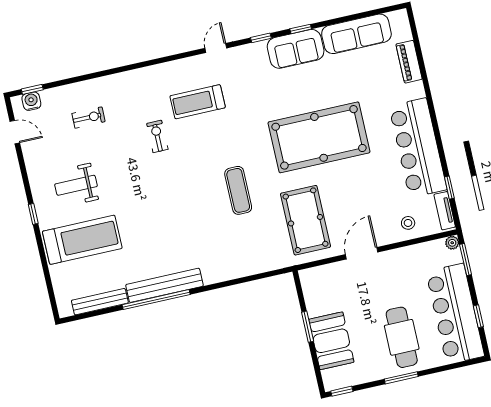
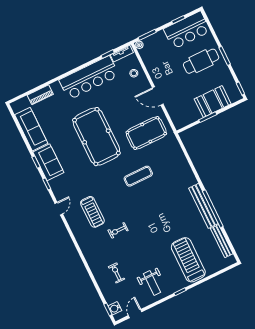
door: (216, 48) -> (59, 209), swing flipped
weight bench: (76, 185) -> (152, 283), moved
bar counter: (455, 314) -> (187, 30), width x0.73

